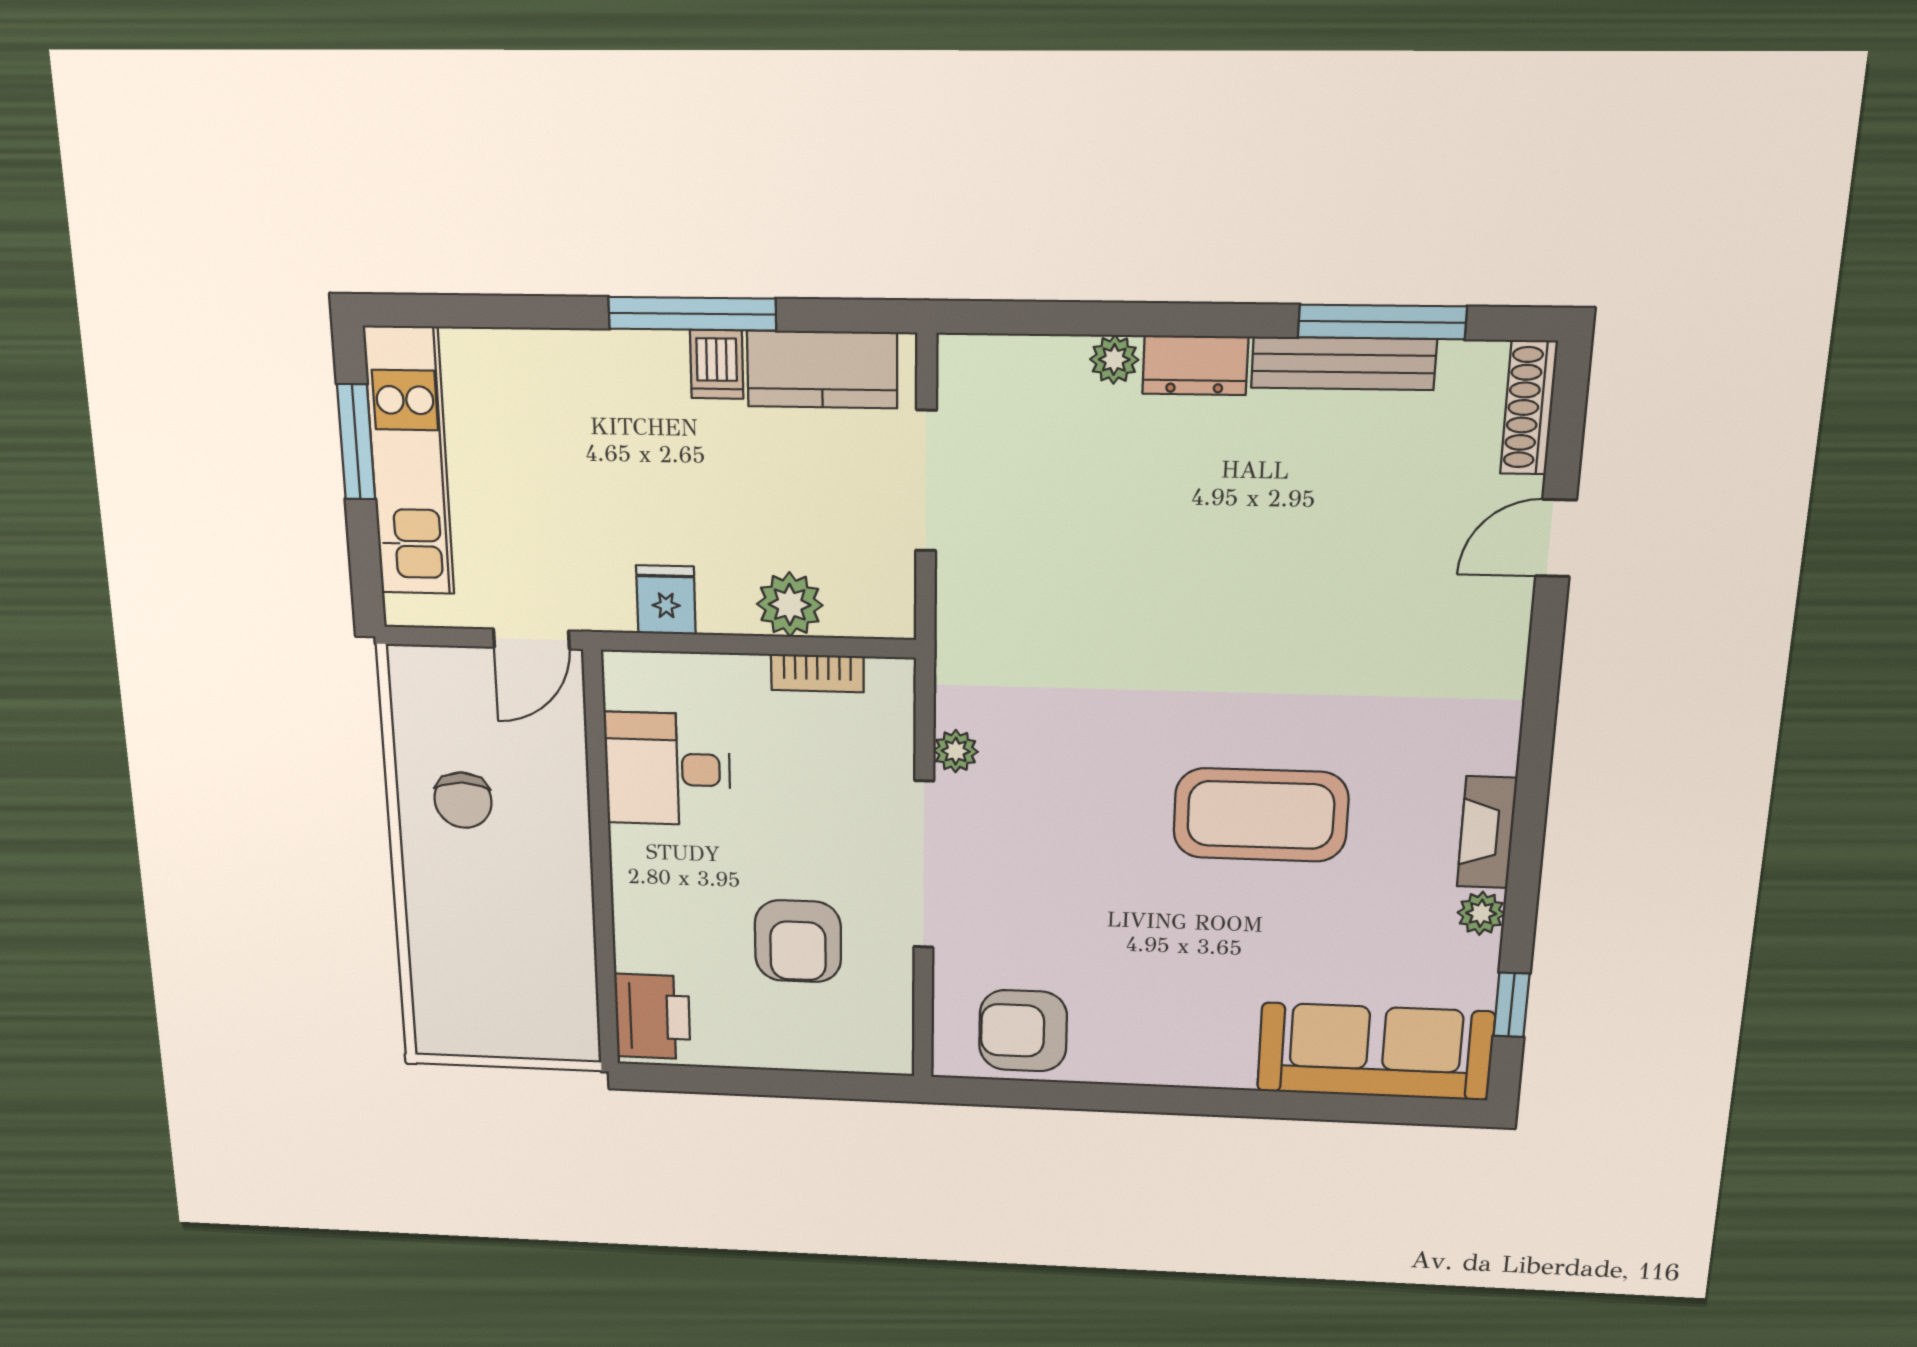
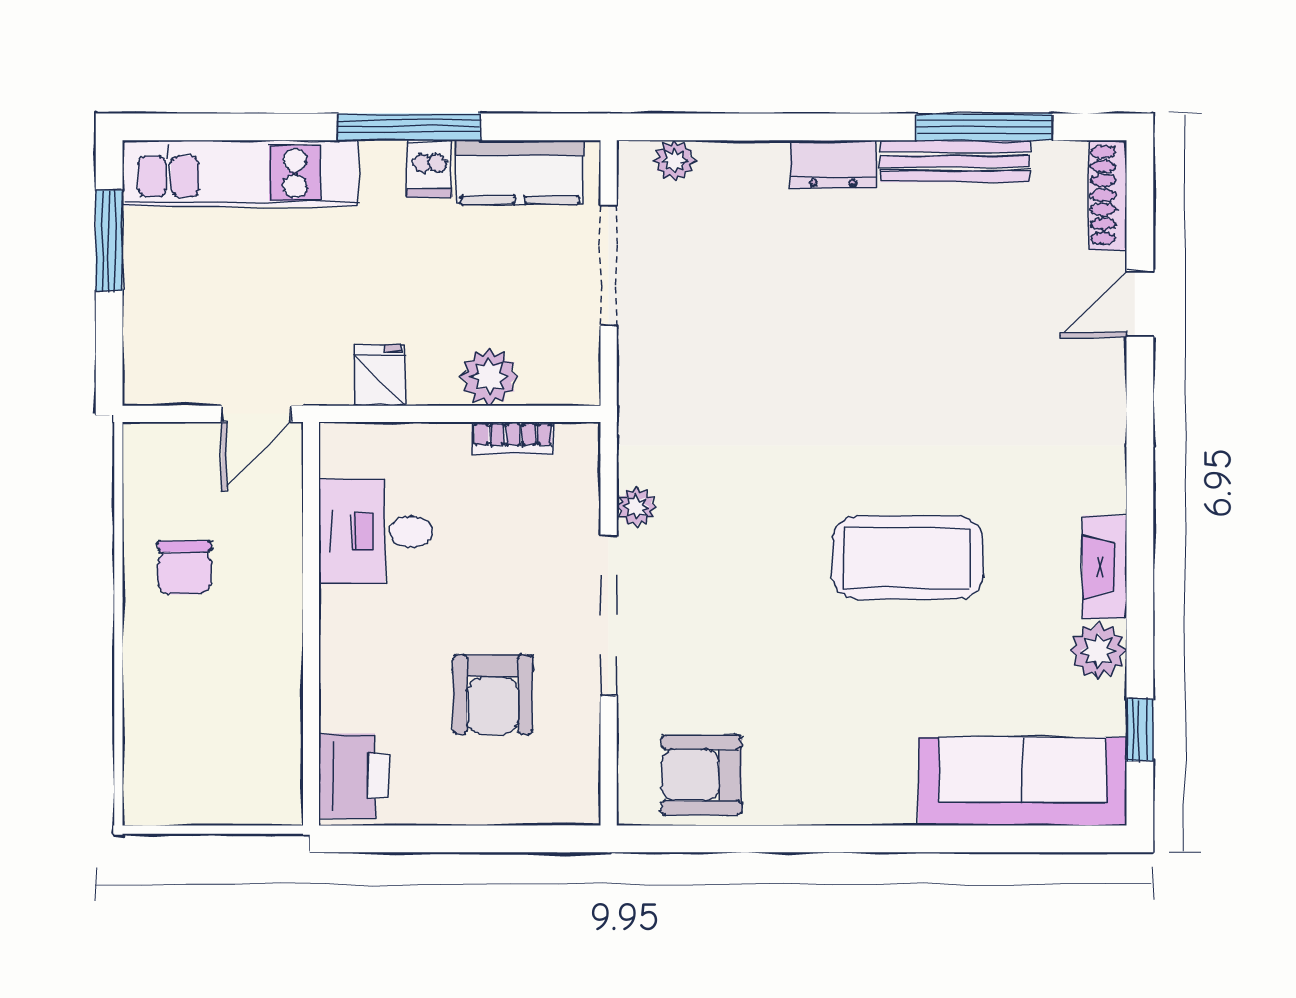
plant: (1114, 359) -> (674, 160), moved
kitchen unit: (409, 462) -> (241, 173), moved, turned 90
plant: (1481, 913) -> (1098, 651), width x1.38, depth x1.38

